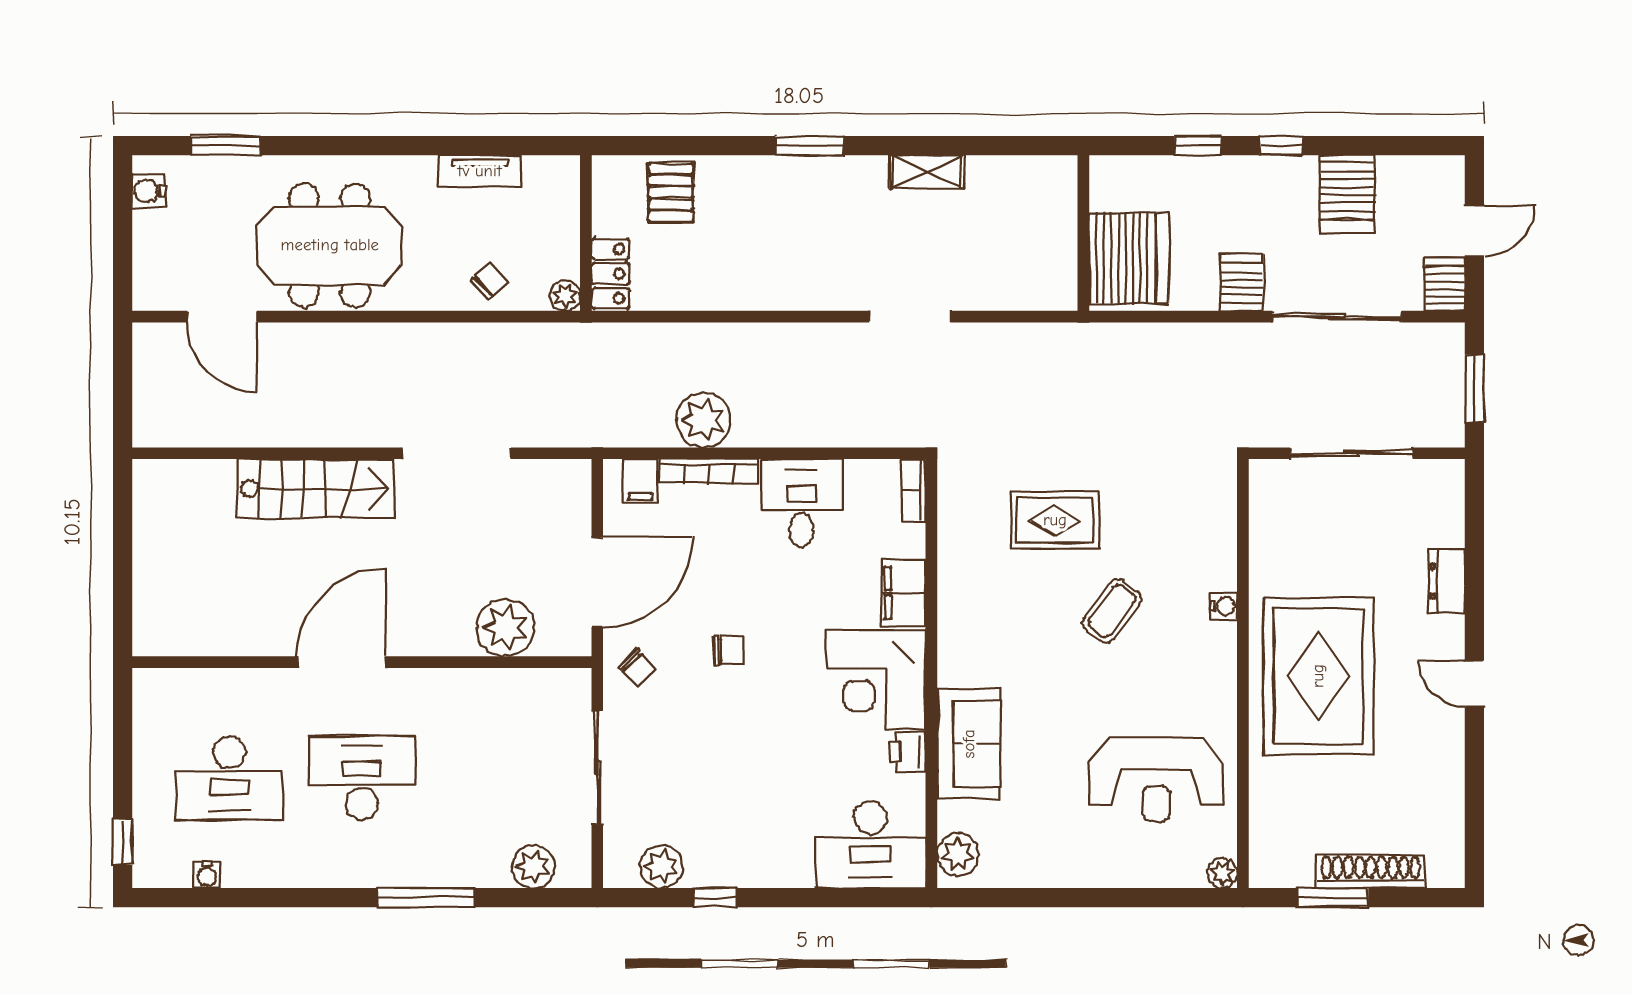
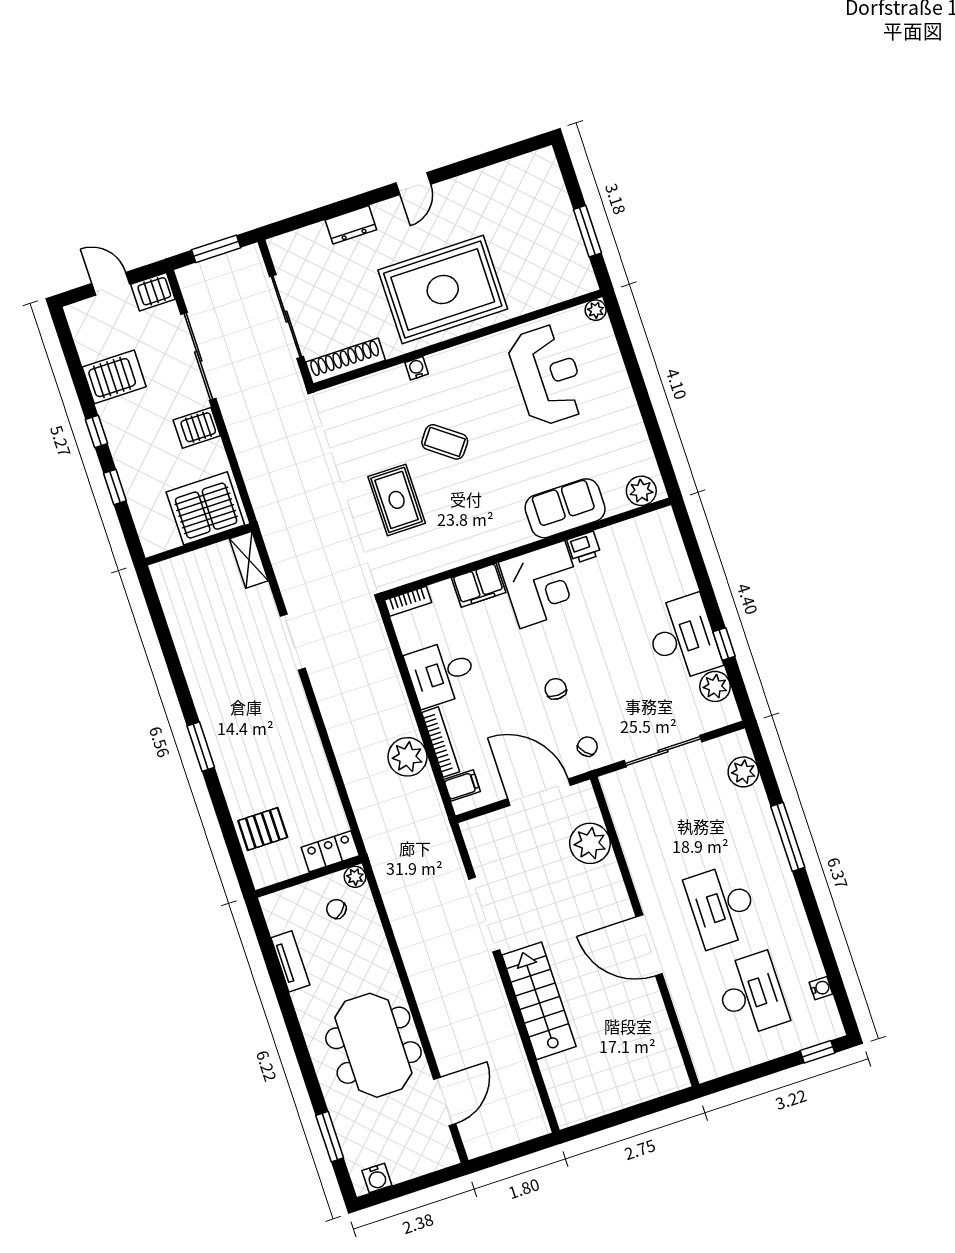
shelving: (927, 172) -> (249, 560), moved
chair: (489, 281) -> (336, 909), moved
desk: (870, 845) -> (683, 638), moved
shoe rack: (1371, 871) -> (346, 361), moved, turned 90

